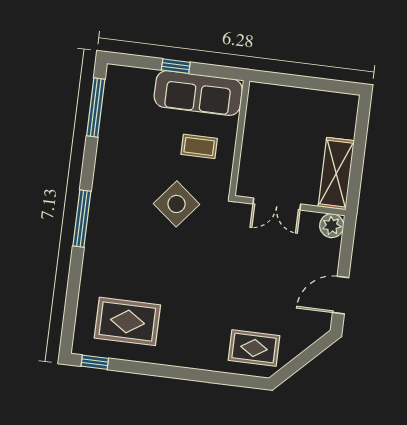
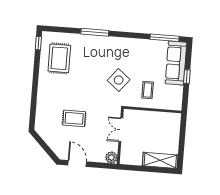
sofa: (198, 93) -> (176, 63), moved
shelving: (336, 174) -> (160, 160), moved
window: (82, 219) -> (95, 32), moved
rug: (254, 348) -> (74, 118), moved, turned 90

